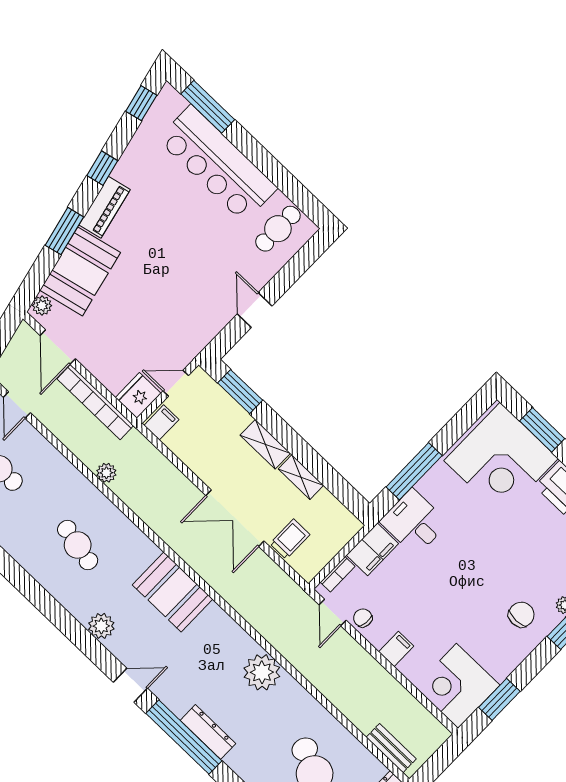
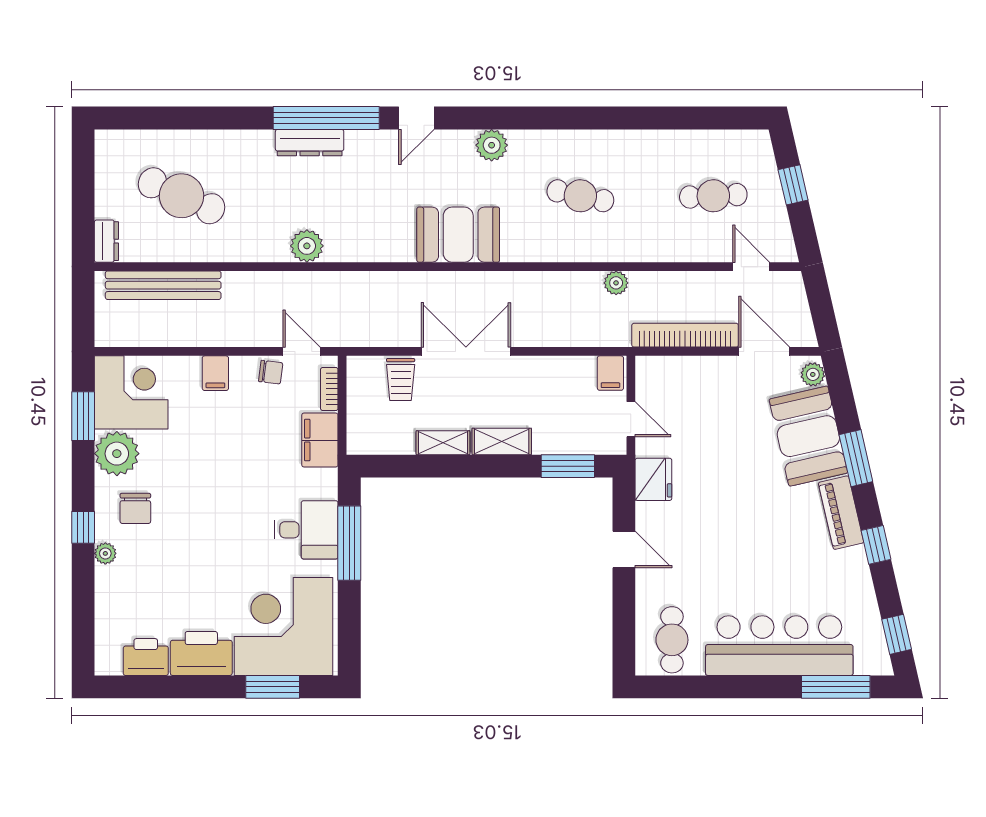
door: (176, 383) -> (631, 419), hinge flipped
fridge: (138, 395) -> (653, 479), moved
desk: (414, 522) -> (306, 530), moved
plant: (501, 658) -> (117, 454), added
plant: (262, 672) -> (307, 246), width x0.73, depth x0.73
bench: (391, 748) -> (163, 285), width x1.86, depth x1.21

